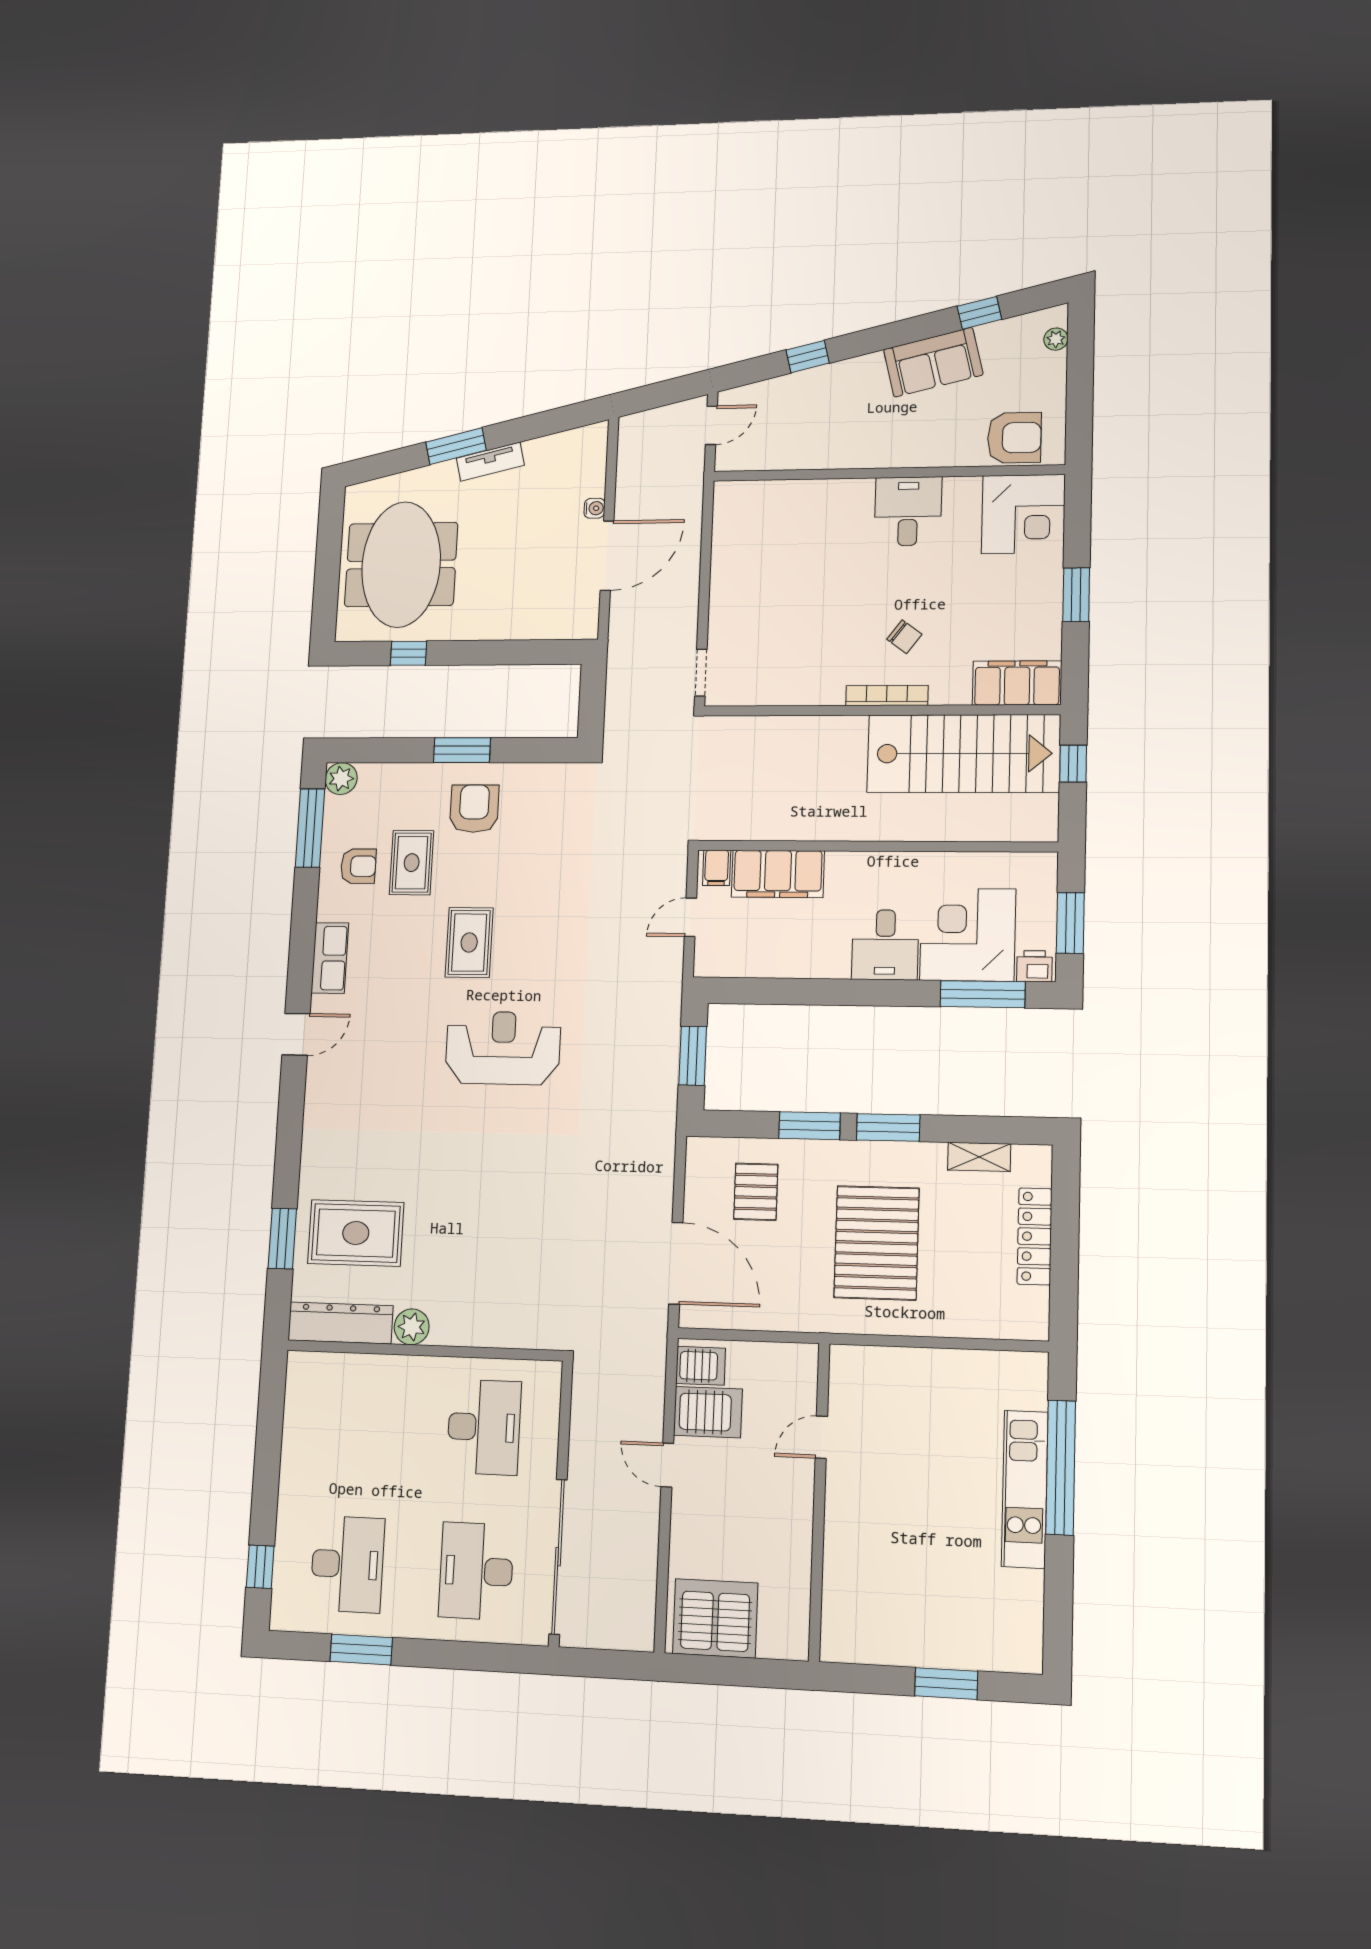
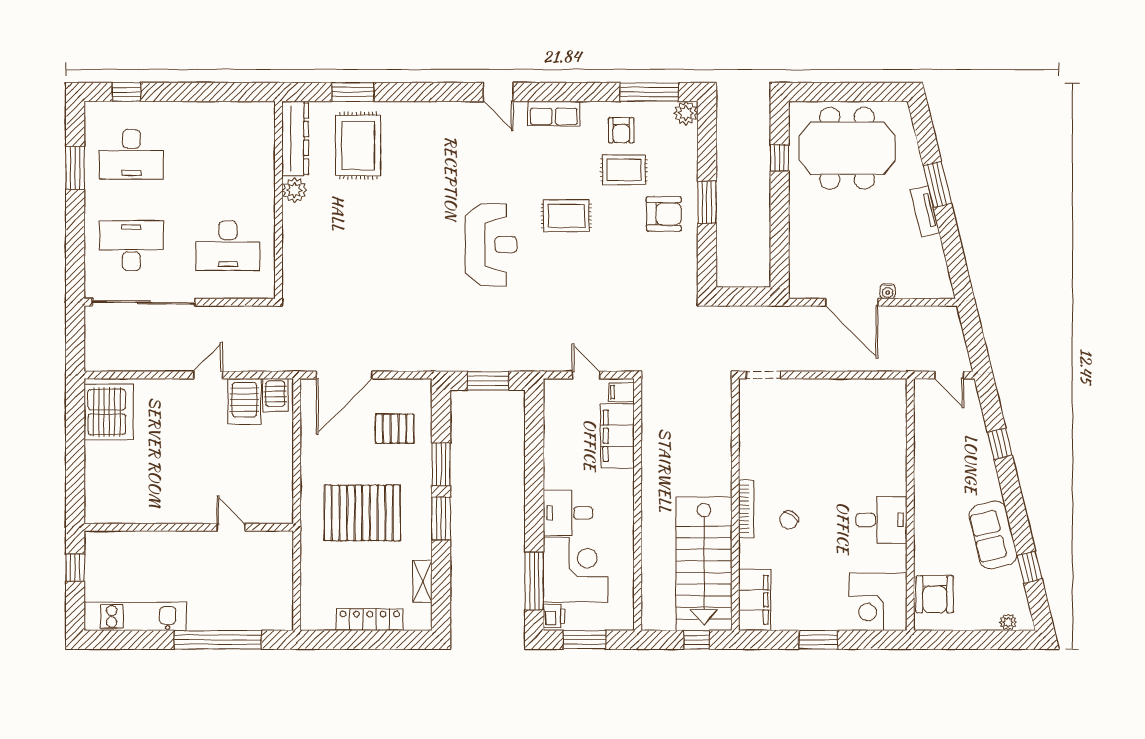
door: (821, 1437) -> (231, 527), moved
kitchen unit: (1025, 1489) -> (135, 616), moved
wall: (819, 1501) -> (189, 527), moved
window: (946, 1684) -> (75, 568), width x0.67

